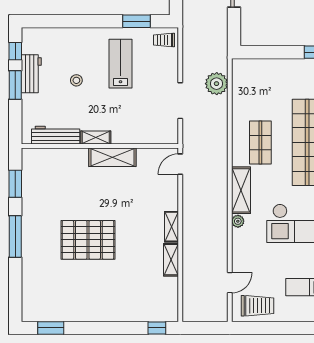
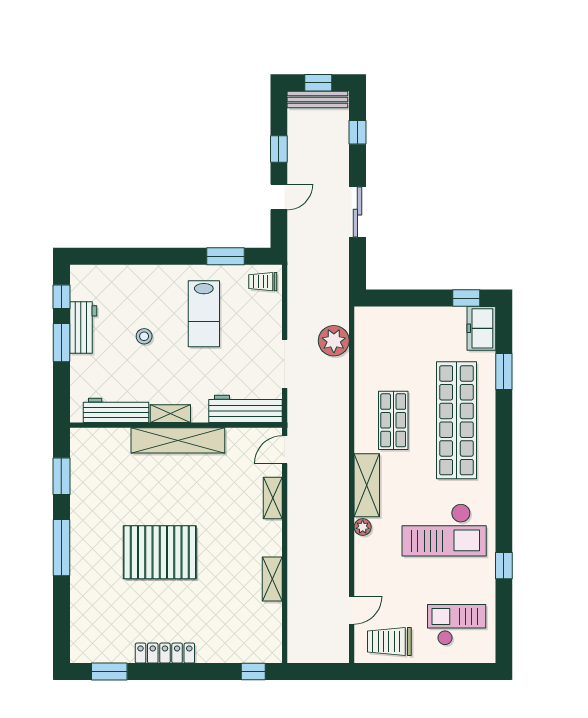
lab bench: (120, 64) -> (204, 314), turned 180
workbench: (151, 134) -> (245, 409), added
shelving: (112, 157) -> (178, 440), width x1.47
shelving: (171, 227) -> (273, 498), moved
trolley: (258, 306) -> (389, 642), turned 180
locker: (92, 314) -> (165, 653), added

